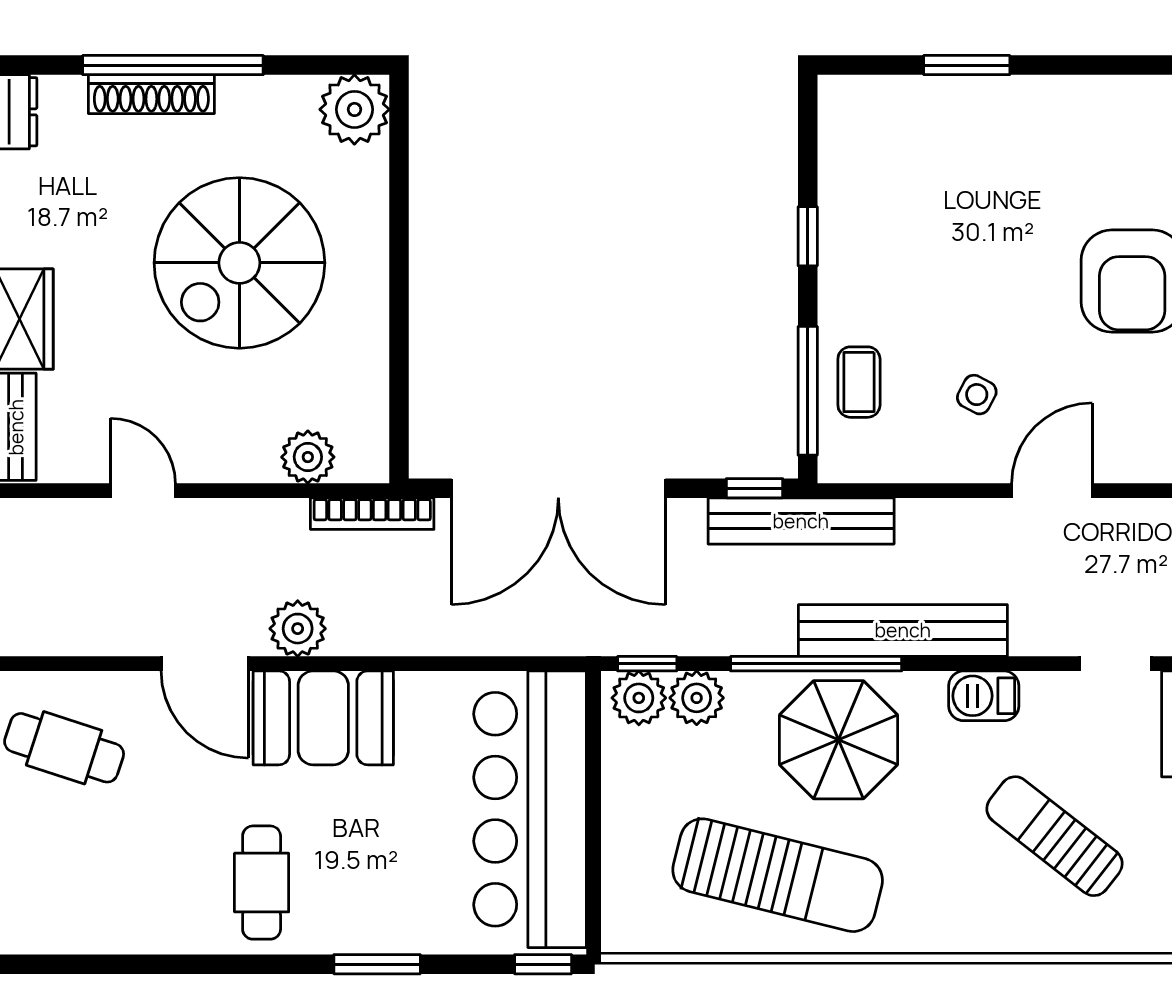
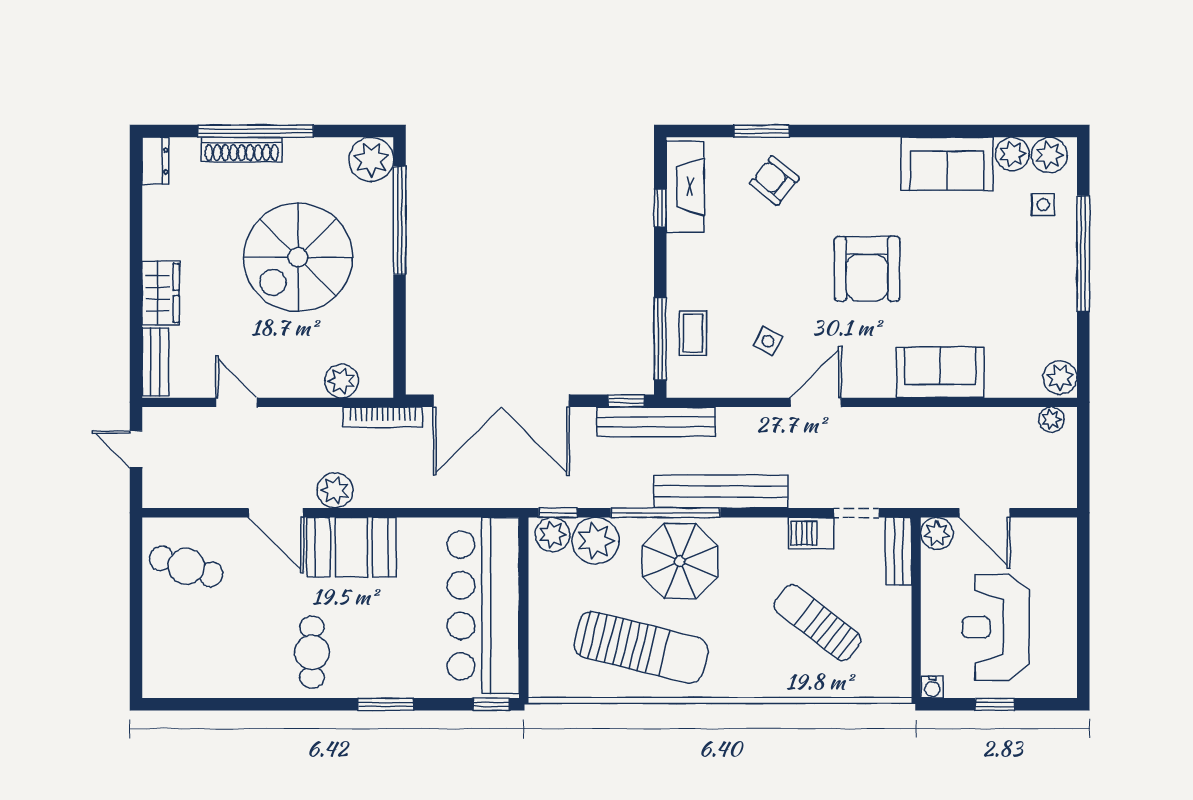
armchair: (987, 143) -> (774, 181), added
fireplace: (847, 152) -> (685, 187), added
window: (399, 205) -> (400, 221), added
window: (808, 236) -> (660, 208), moved
barbecue: (984, 696) -> (811, 533), moved
plant: (697, 698) -> (596, 541), width x1.36, depth x1.36

